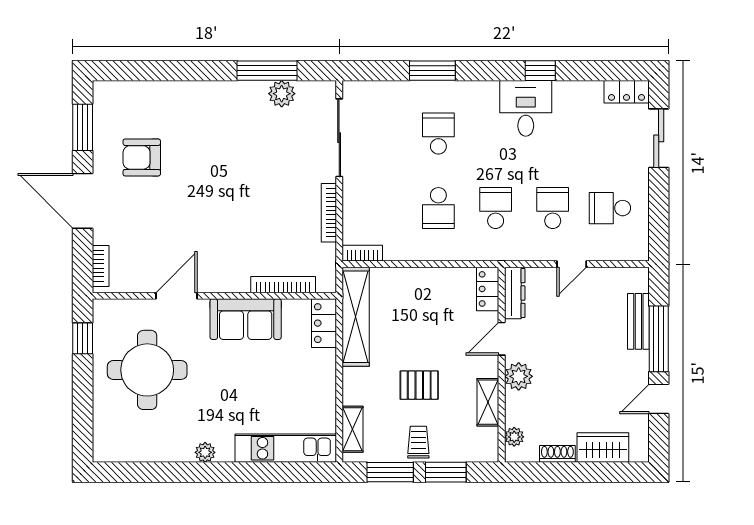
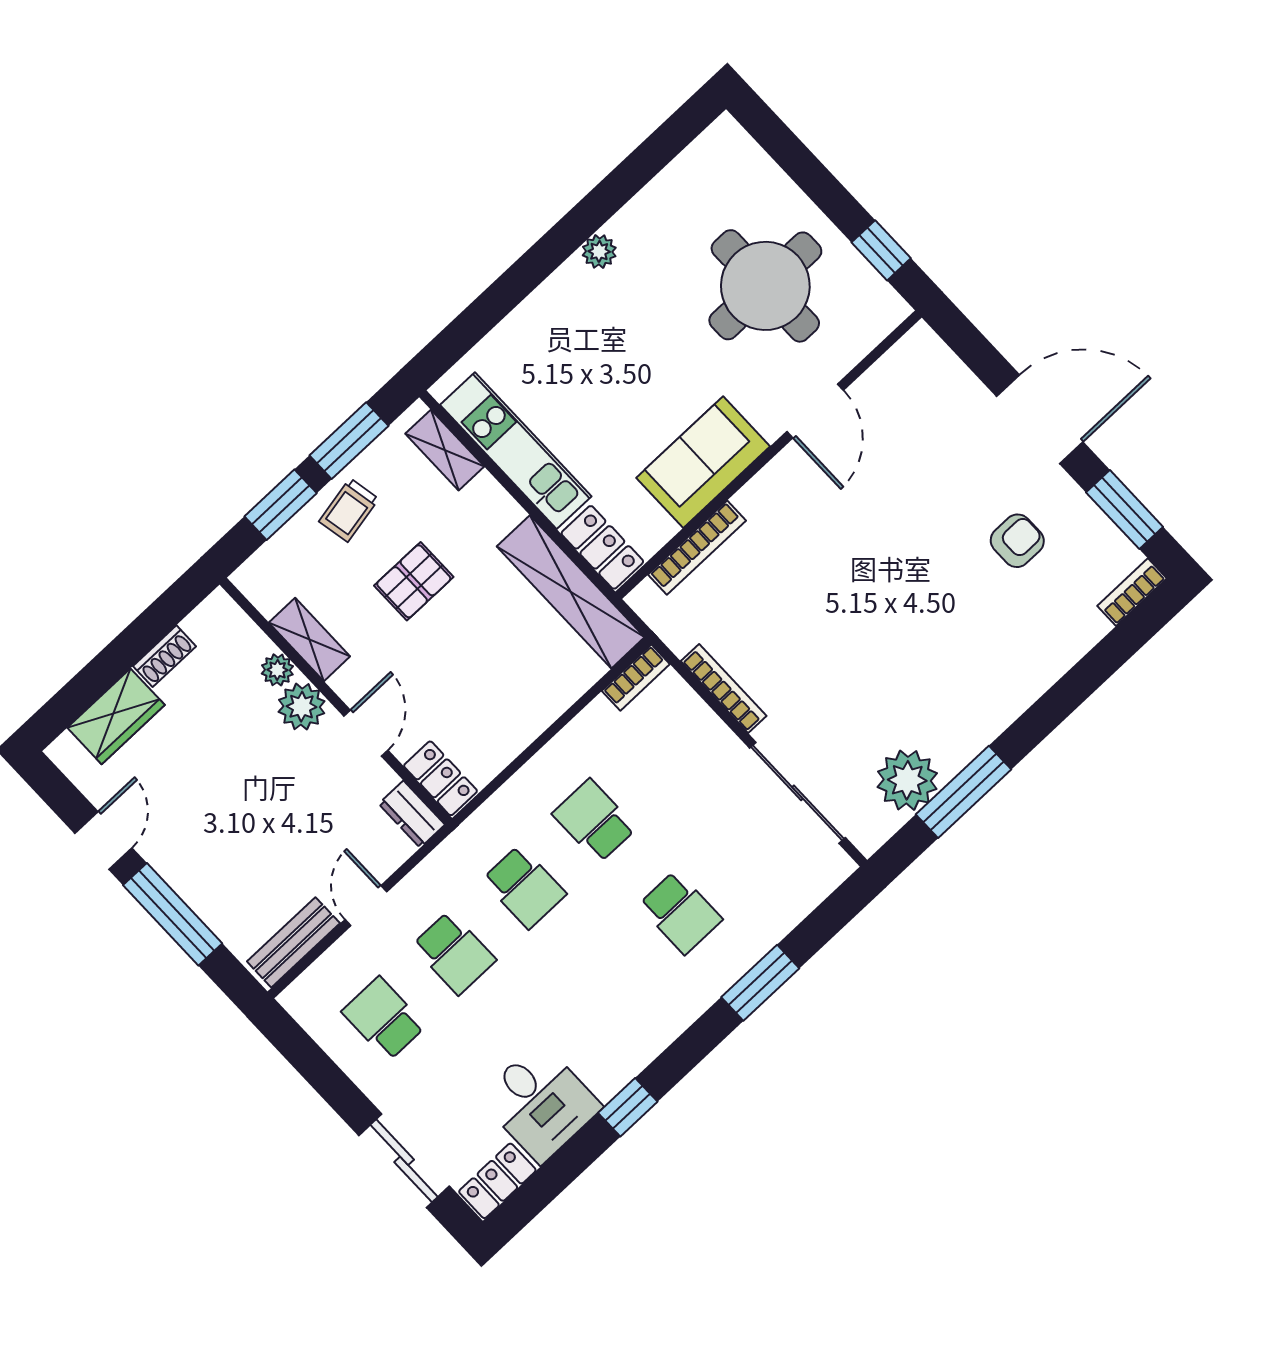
plant: (282, 94) -> (907, 780), width x1.36, depth x1.36
desk: (526, 108) -> (540, 1102), moved
armchair: (142, 157) -> (1017, 541), width x0.72, depth x0.72
school desk: (610, 208) -> (384, 1019), turned -90
bookcase: (101, 266) -> (1132, 592), moved, turned 90
dresser: (515, 293) -> (412, 814), width x0.70
bench: (638, 321) -> (293, 942), moved, turned 90
plant: (514, 437) -> (277, 670), moved
trolley: (418, 442) -> (349, 510), turned 79
kitchen unit: (286, 448) -> (516, 451), moved, turned -90

